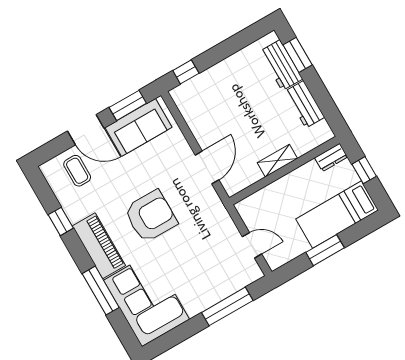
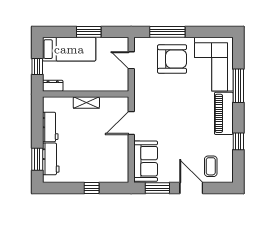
window: (186, 72) -> (92, 188), moved
sofa: (139, 127) -> (146, 161), moved, turned 90
armchair: (151, 216) -> (172, 59), moved, turned 180

